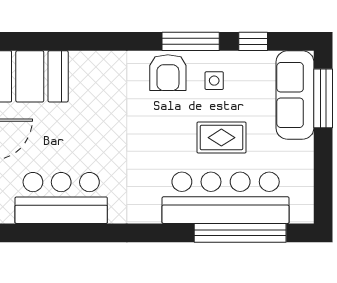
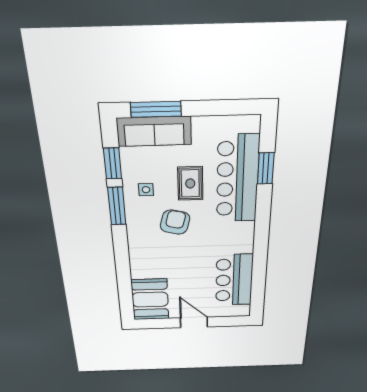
window: (253, 41) -> (113, 163), width x1.50
armchair: (168, 73) -> (175, 222), moved, turned -76
window: (240, 233) -> (266, 168), width x0.47

